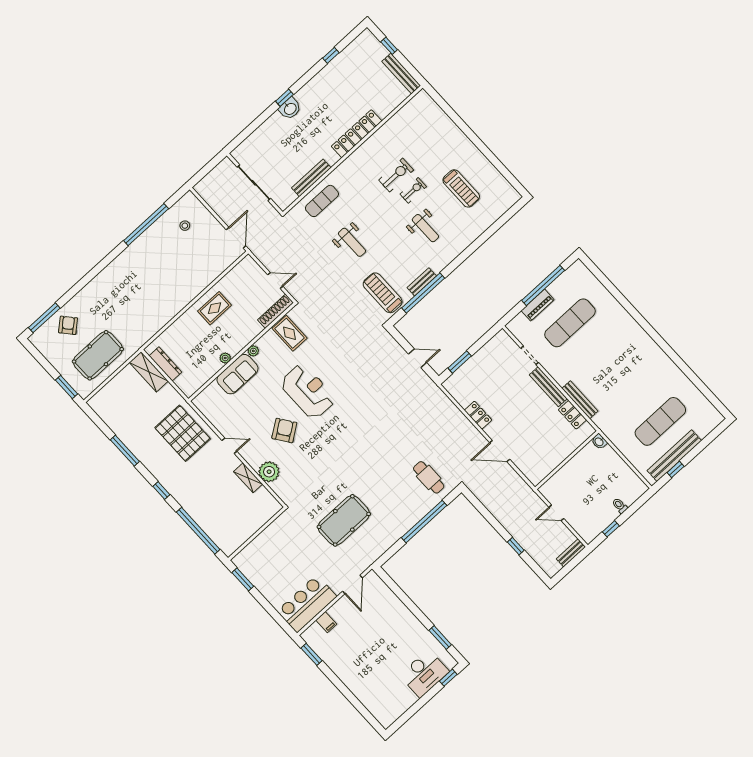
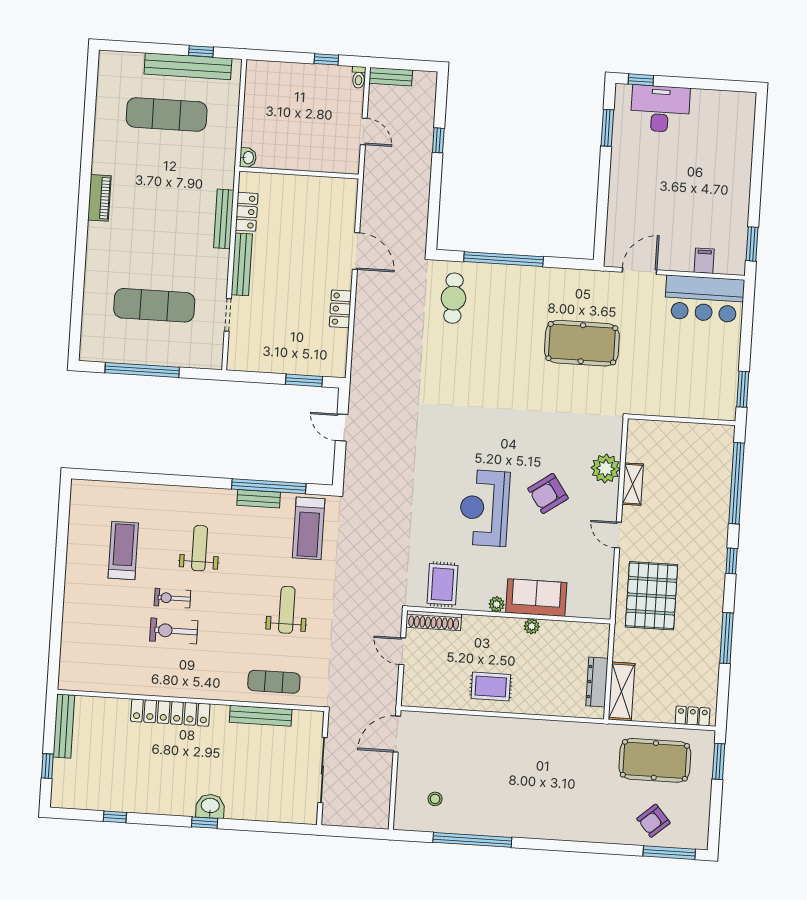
piano: (538, 305) -> (99, 198), moved, turned 90
locker: (102, 396) -> (693, 716), added
toilet: (620, 506) -> (359, 77), moved

